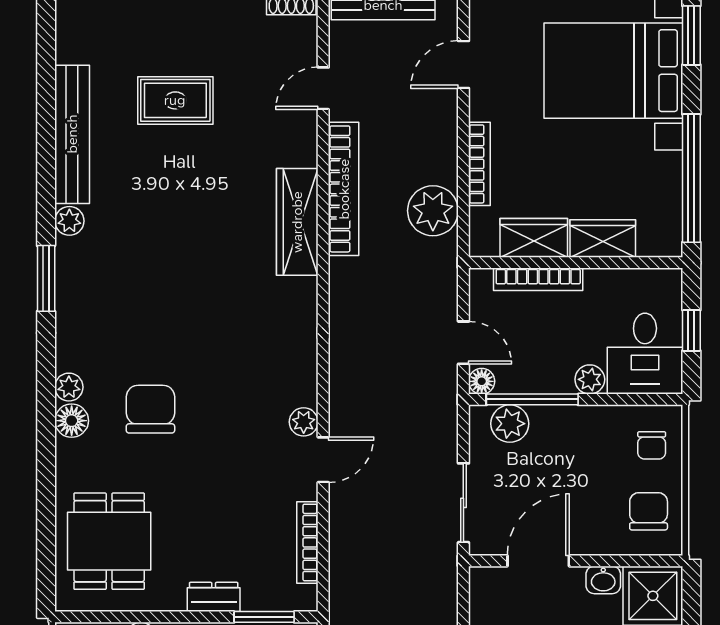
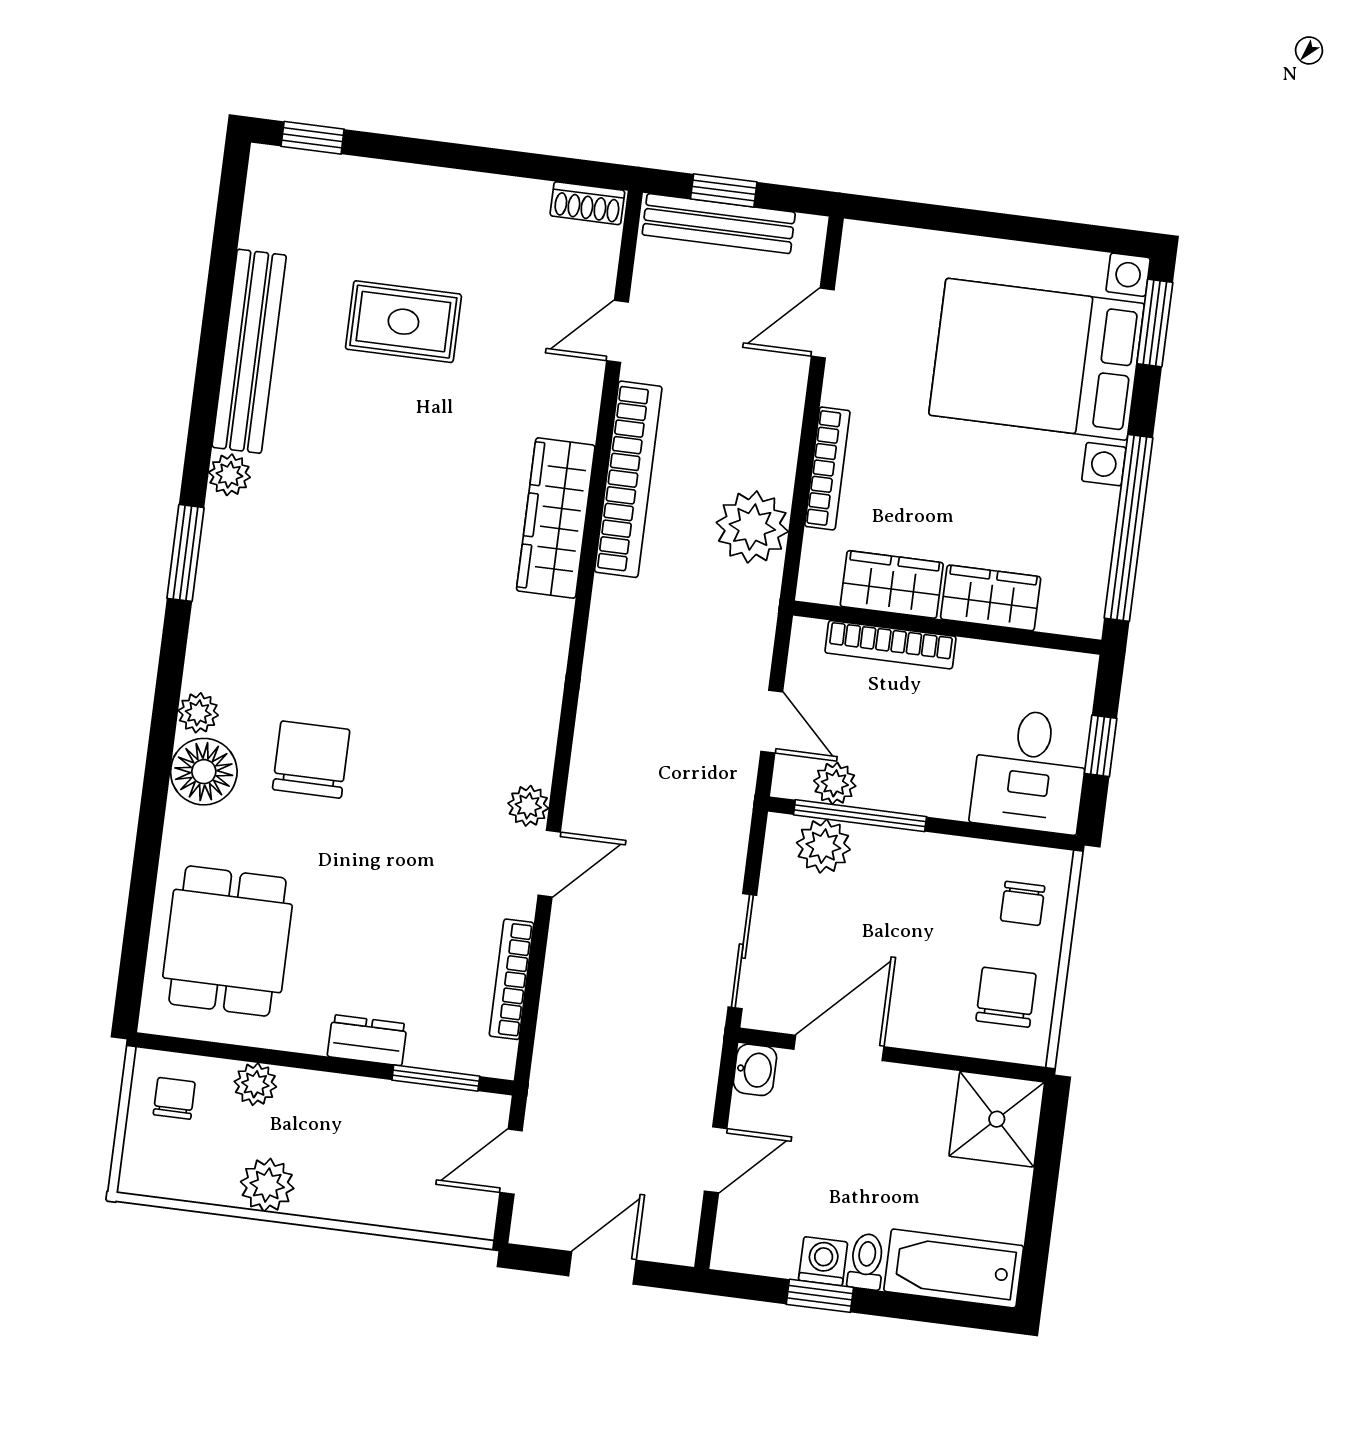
plant: (590, 379) -> (835, 783), moved
floor lamp: (482, 381) -> (791, 780), removed
floor lamp: (72, 421) -> (204, 772), width x1.38, depth x1.38
washbasin: (603, 580) -> (755, 1070), moved, turned -90

